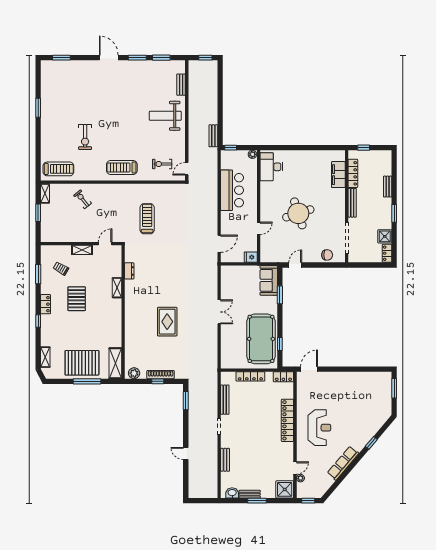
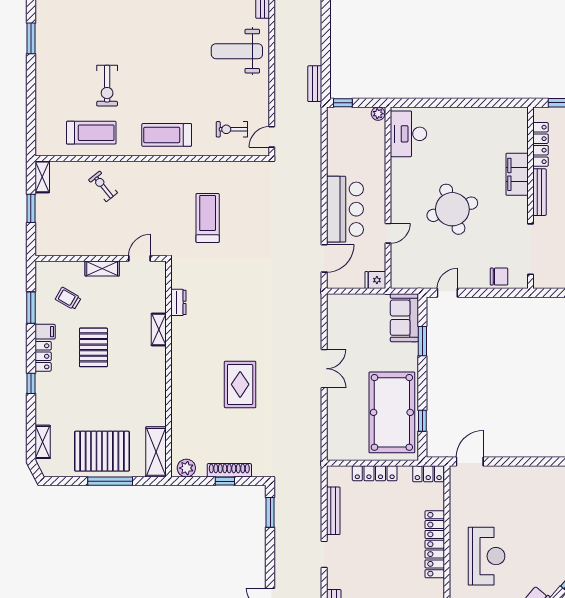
treadmill: (58, 169) -> (91, 133), moved
filing cabinet: (338, 175) -> (517, 174), moved
bar counter: (232, 190) -> (345, 209), moved
filing cabinet: (47, 289) -> (45, 332), added

